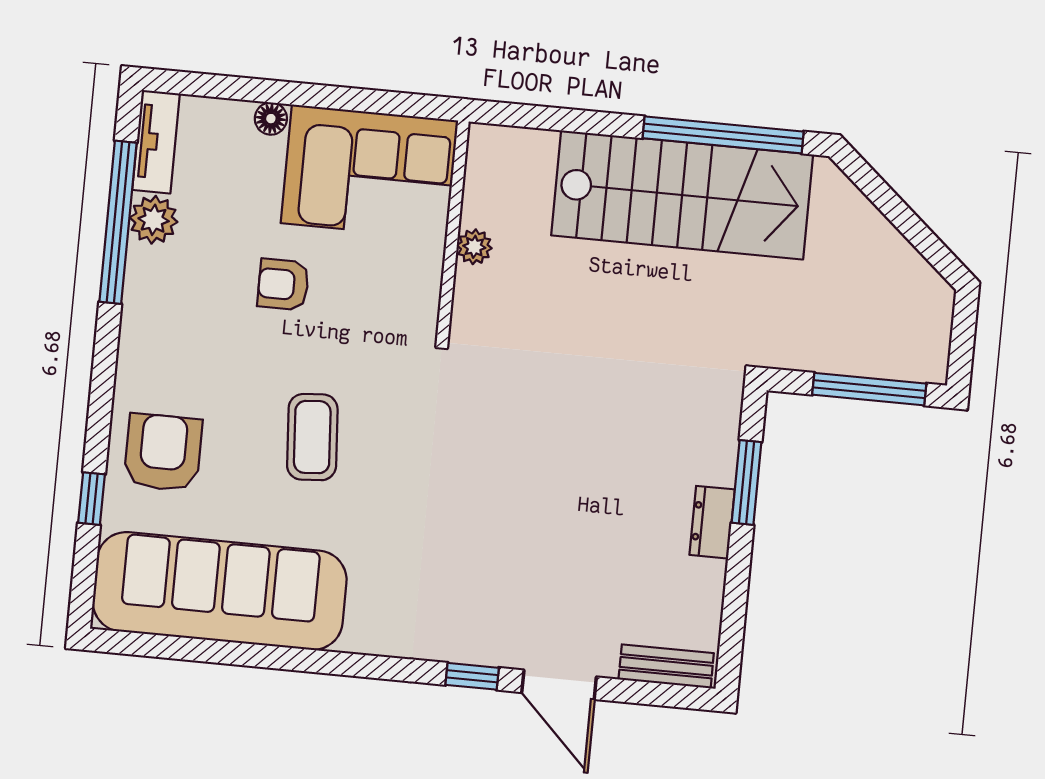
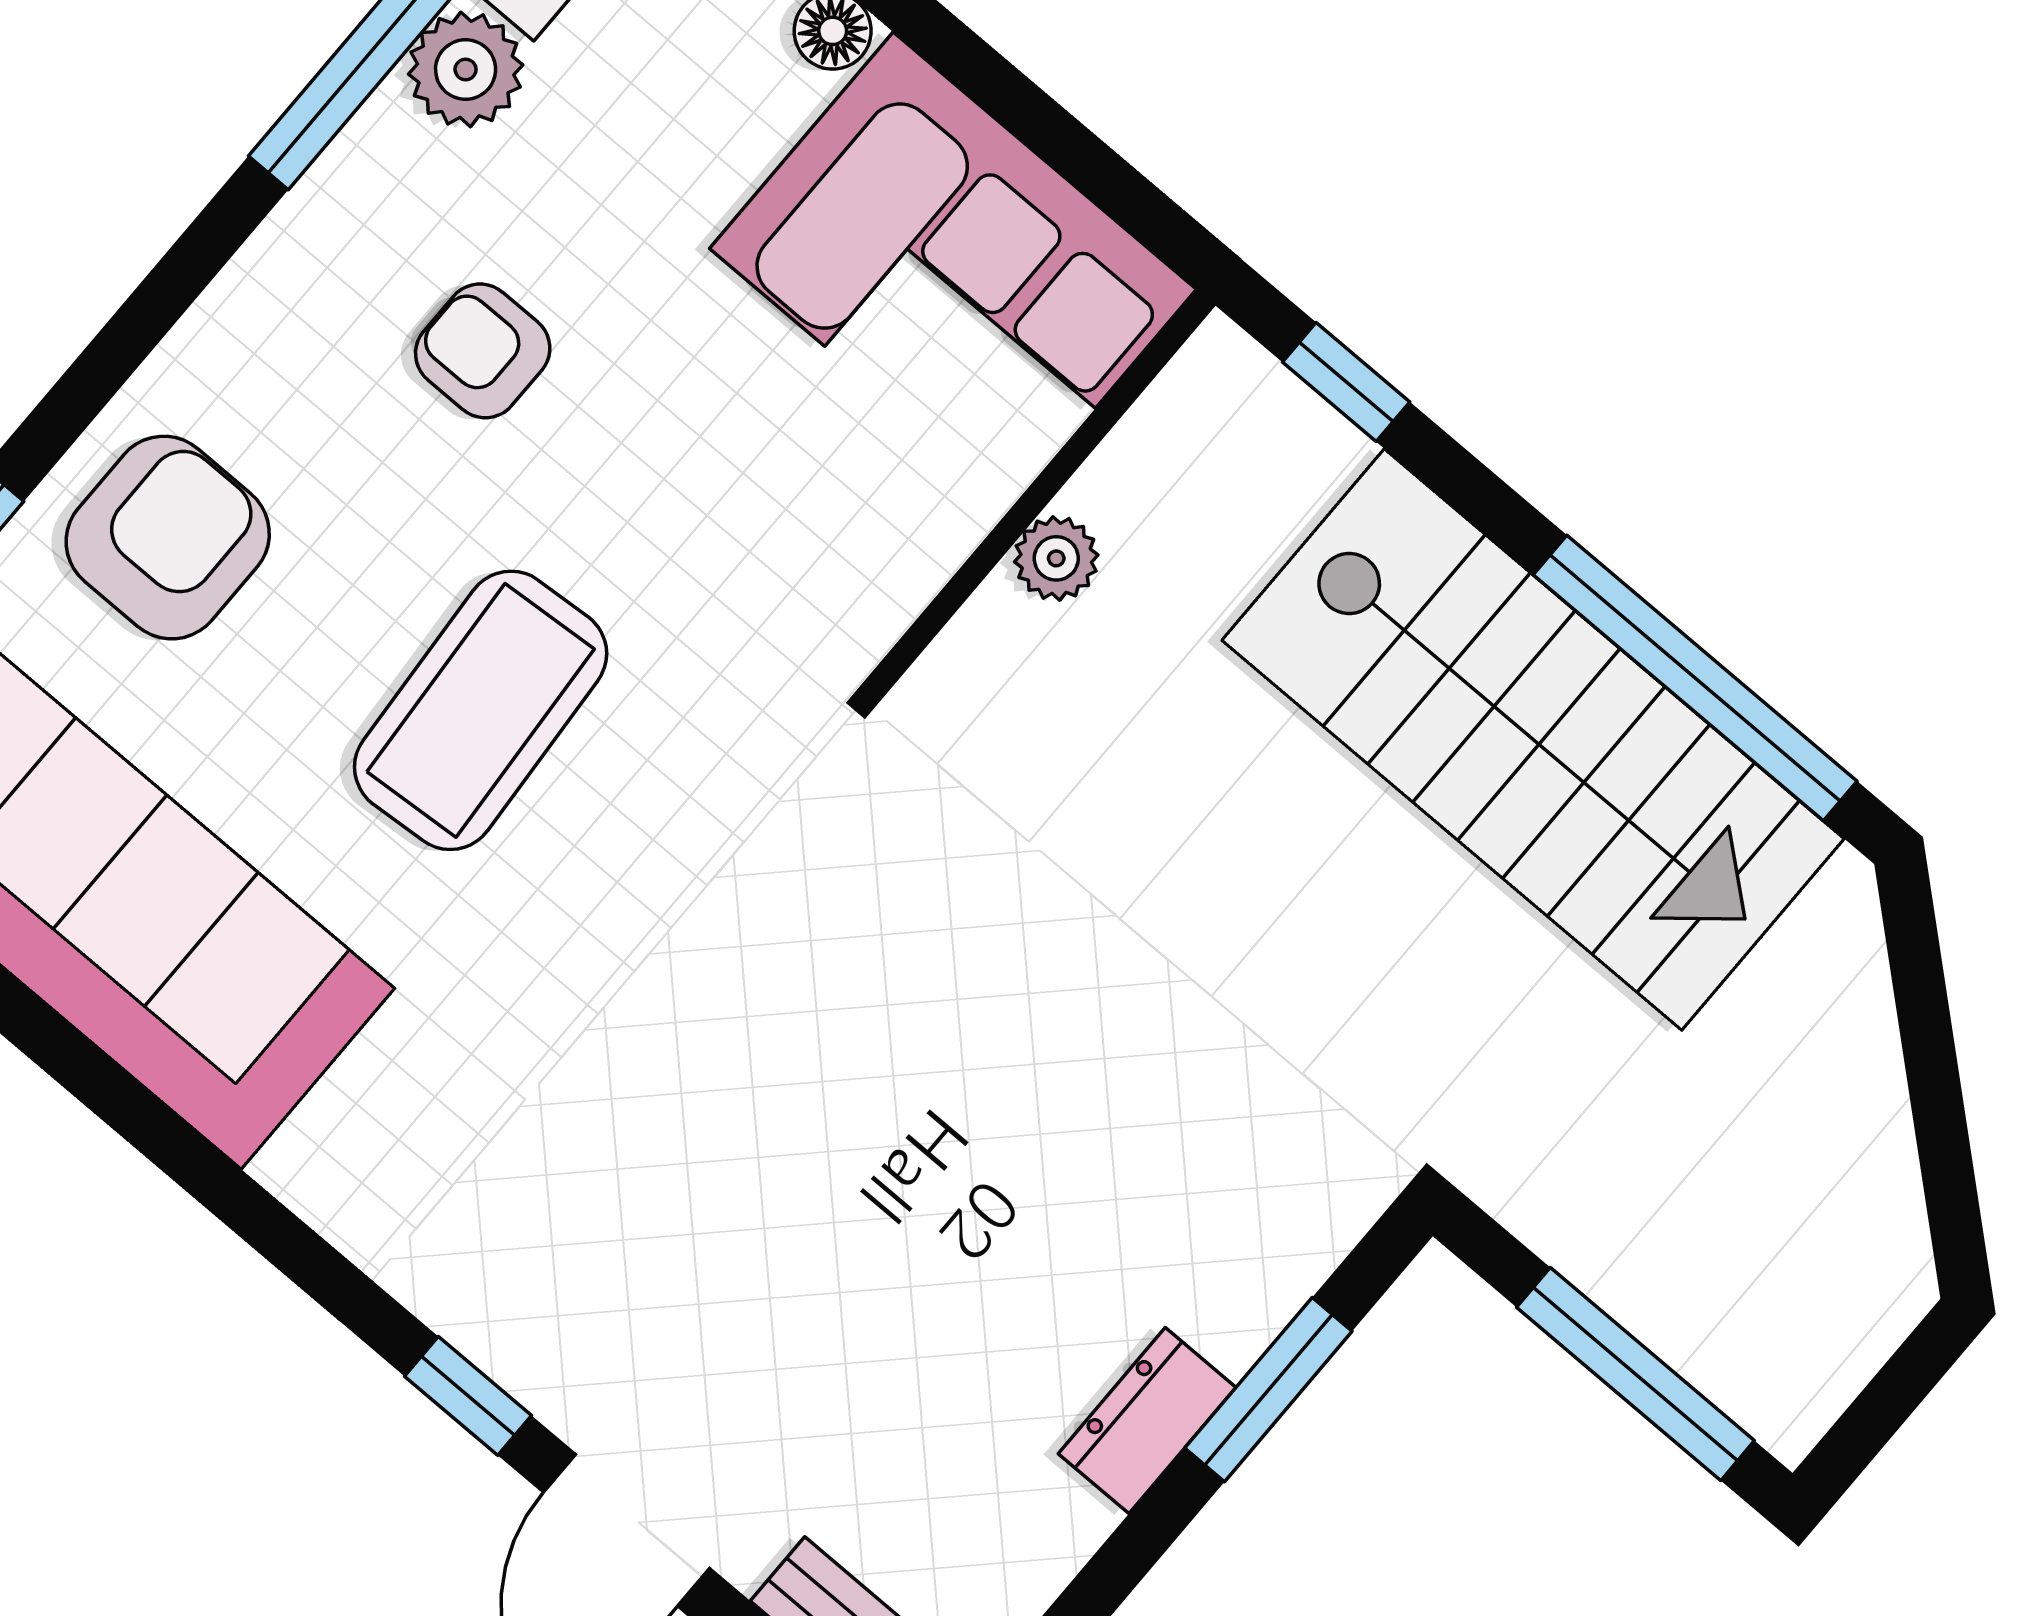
window: (532, 117) -> (1346, 382), added
armchair: (283, 284) -> (483, 351), moved
coffee table: (312, 437) -> (481, 710), width x1.36, depth x1.32

